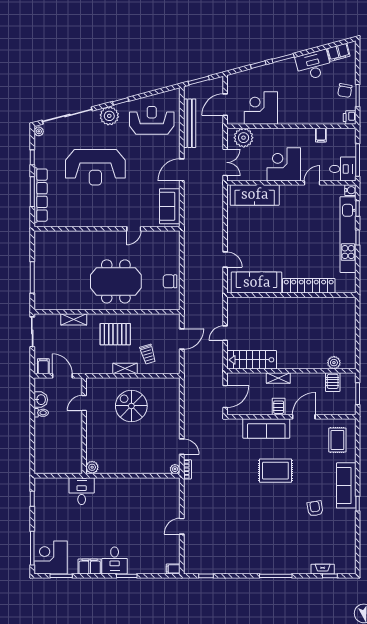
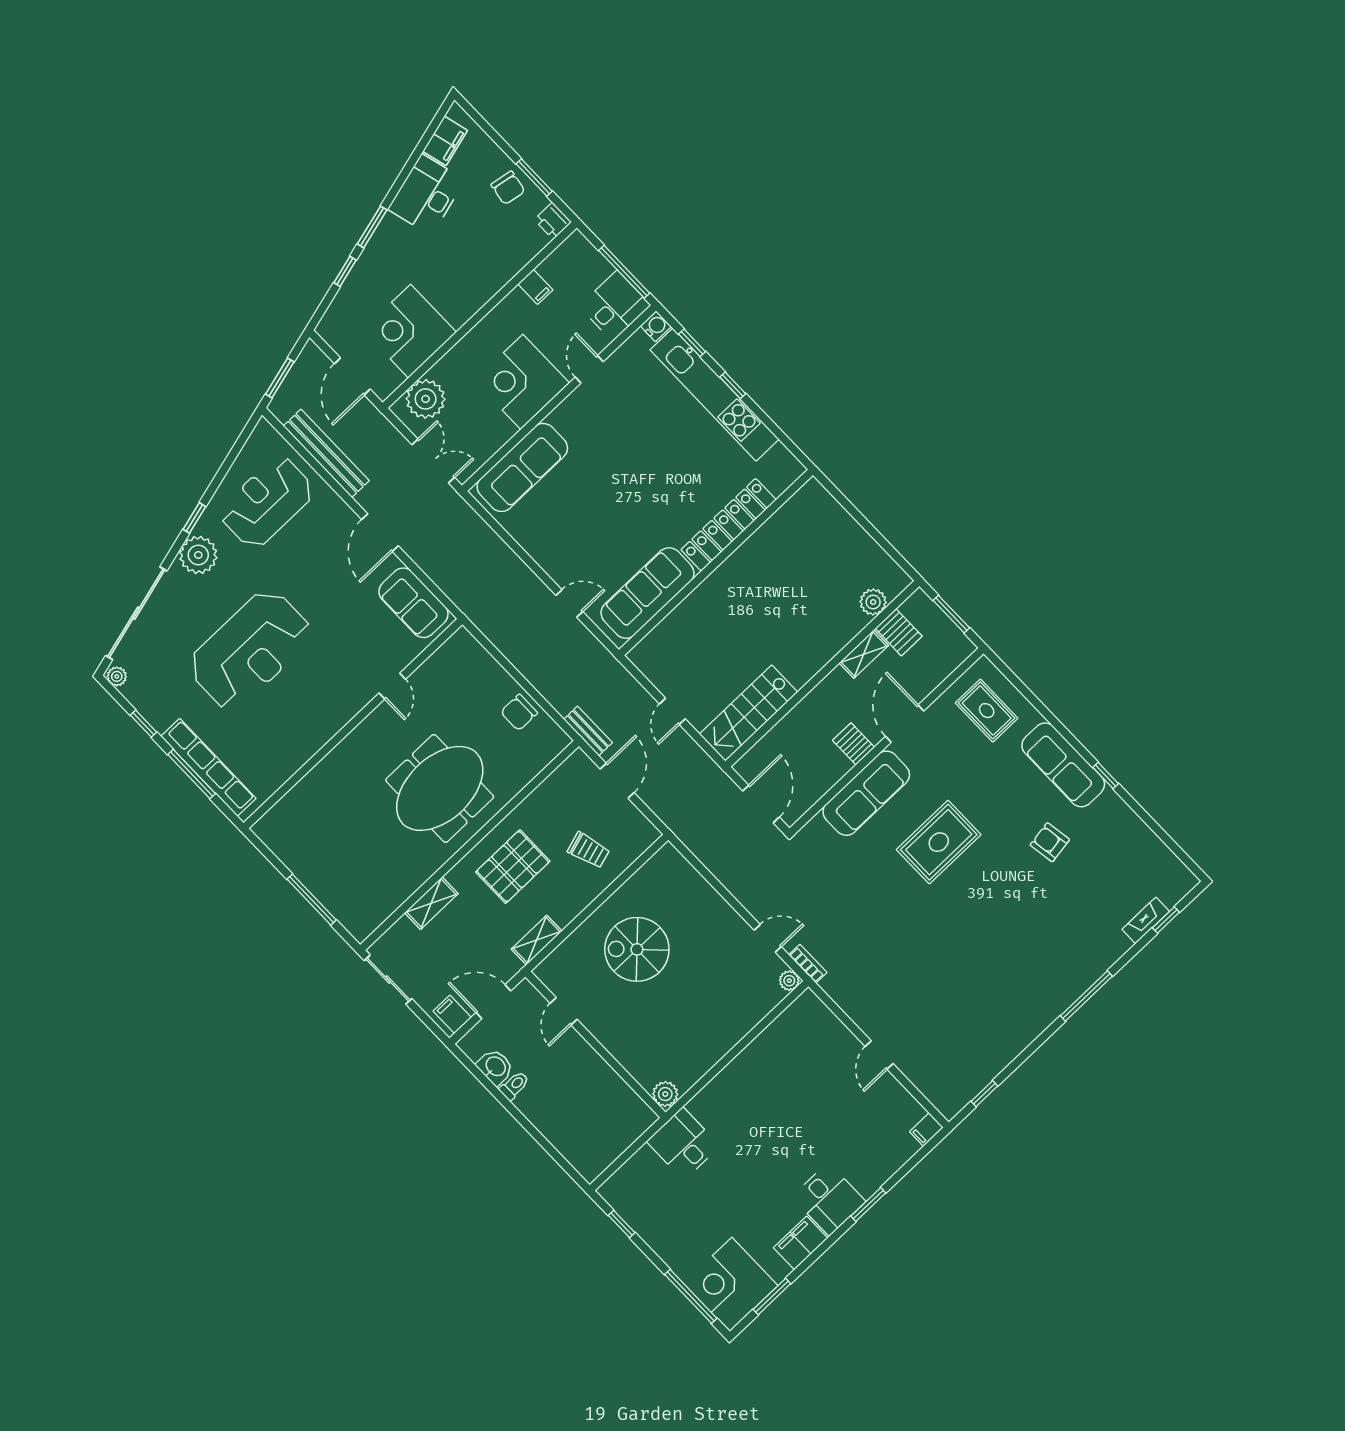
bench: (188, 311) -> (588, 731), added
shelving: (125, 368) -> (537, 940), moved
shelving: (278, 378) -> (864, 654), moved

